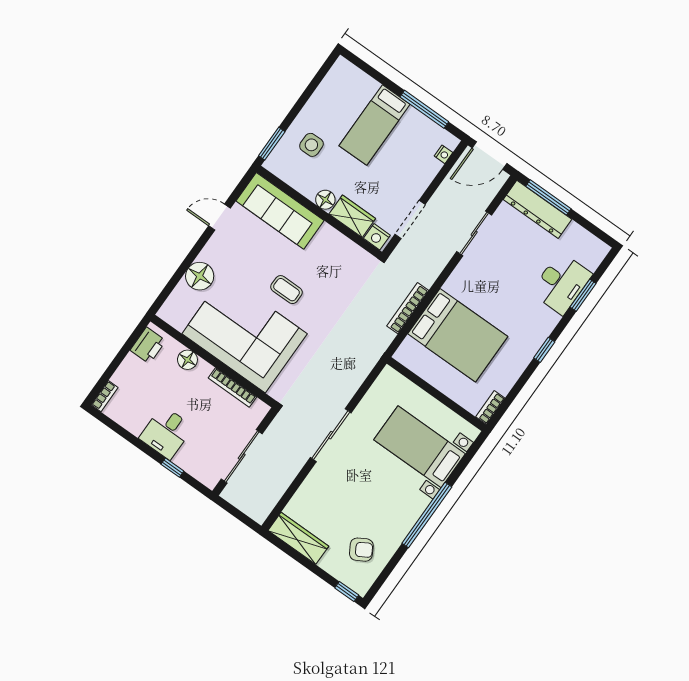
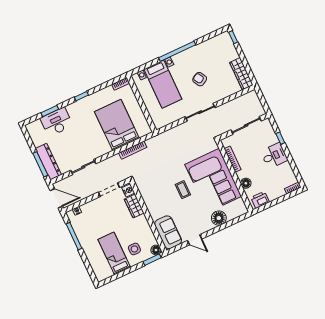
bed: (375, 125) -> (114, 253), moved, turned -90
floor lamp: (325, 200) -> (156, 250), moved
sofa: (280, 211) -> (168, 232), width x0.73
armchair: (361, 550) -> (200, 79), moved

